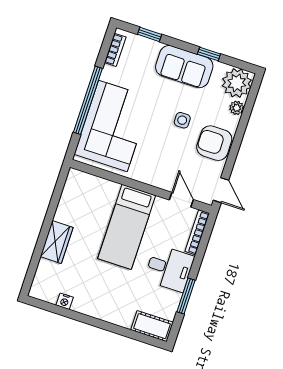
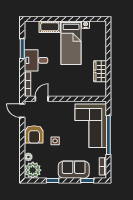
sofa: (184, 67) -> (74, 170), moved
armchair: (214, 143) -> (34, 134), turned 90
door: (181, 200) -> (42, 99), swing flipped
bed: (127, 227) -> (71, 43), moved, turned 180
wardrobe: (57, 242) -> (100, 71), moved
cot: (152, 326) -> (50, 27), moved

